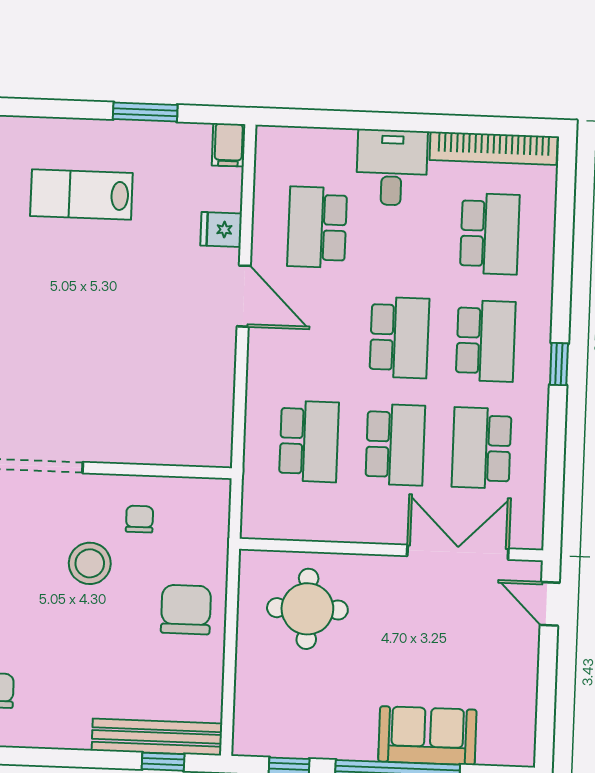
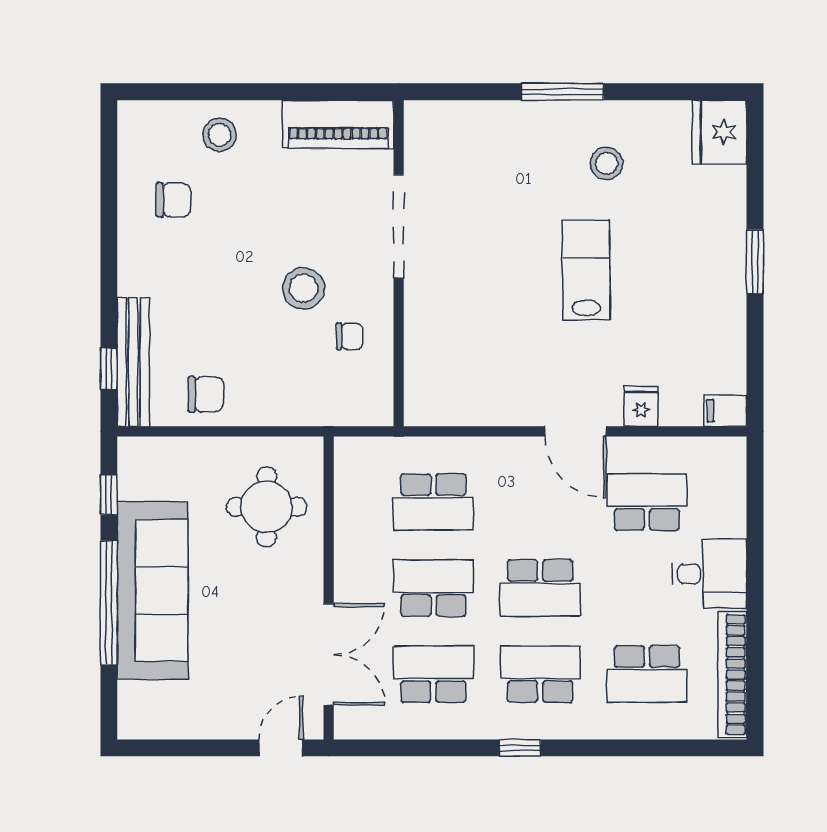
window: (145, 112) -> (755, 262), moved
lab bench: (81, 194) -> (586, 270), moved
door: (244, 296) -> (576, 431), hinge flipped
school desk: (486, 341) -> (540, 674), turned 180
school desk: (395, 445) -> (433, 588), turned 180
chair: (186, 610) -> (206, 394), moved, width x0.73, depth x0.73
sofa: (427, 736) -> (152, 590), width x1.85, depth x1.27

